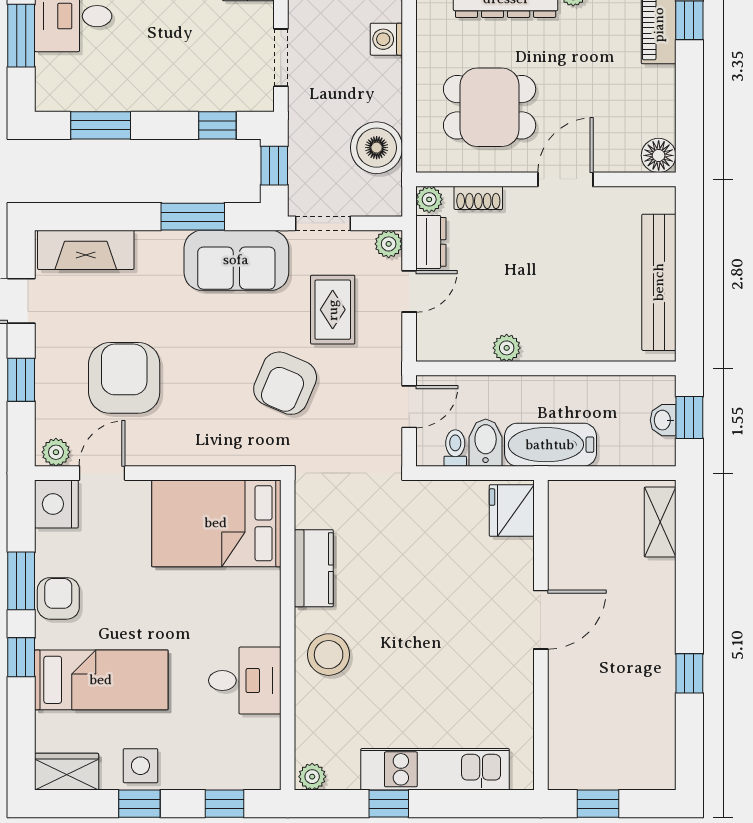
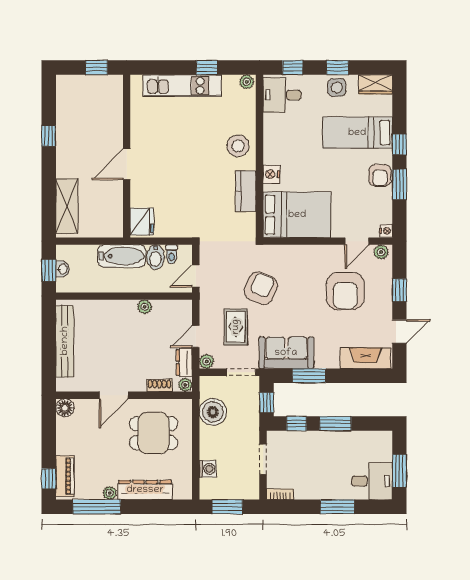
window: (101, 125) -> (335, 424), moved
nightstand: (56, 504) -> (386, 231), width x0.53, depth x0.56
shelving: (660, 522) -> (67, 206), width x1.50, depth x1.33
nightstand: (265, 600) -> (271, 174), added
desk: (245, 681) -> (282, 95), moved

